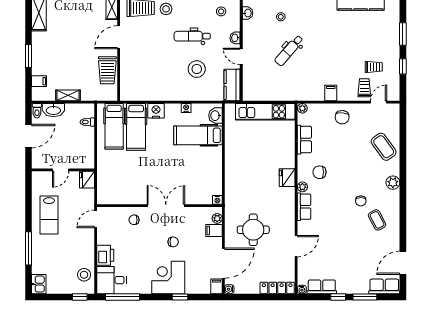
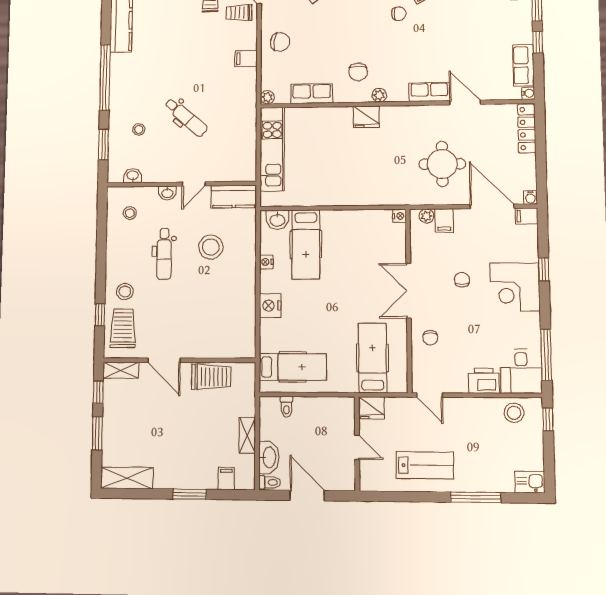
hospital bed: (136, 127) -> (373, 358), moved, turned -90
row of seats: (304, 207) -> (429, 92), moved

